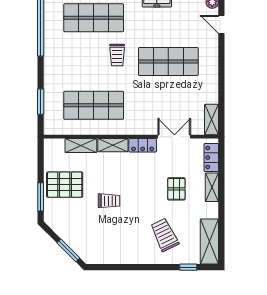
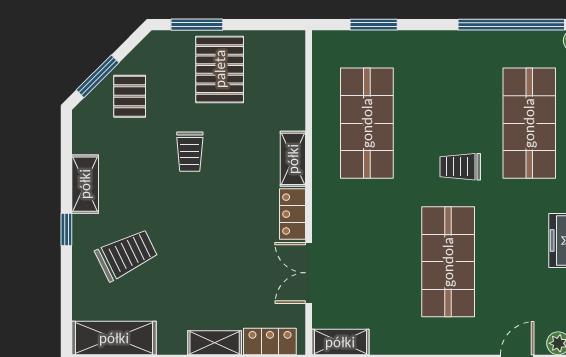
double door: (174, 137) -> (309, 273), swing flipped
shelving: (81, 146) -> (85, 184), moved
pallet: (176, 189) -> (130, 96), moved, turned 90
window: (188, 267) -> (66, 229), moved

